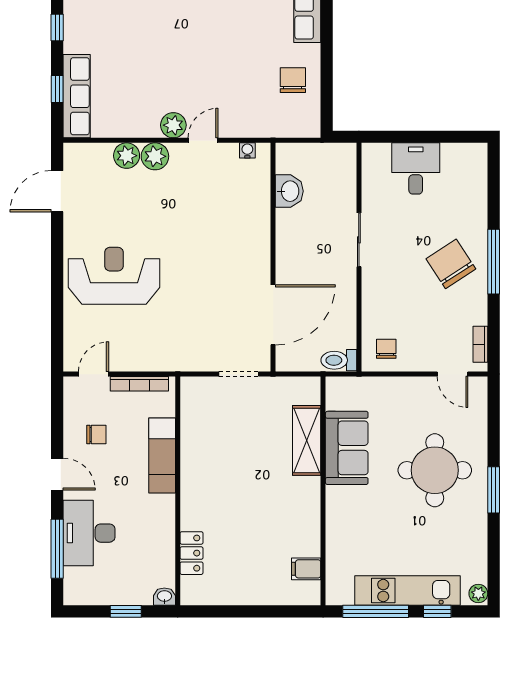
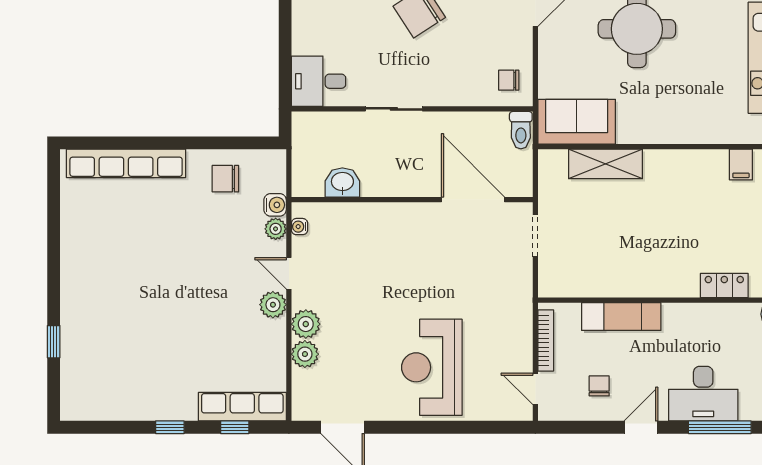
water cooler: (268, 127) -> (275, 205), added
plant: (245, 128) -> (276, 229), added
desk: (416, 168) -> (319, 81), moved
sofa: (347, 448) -> (577, 122), moved

